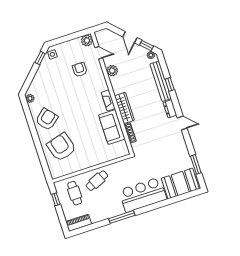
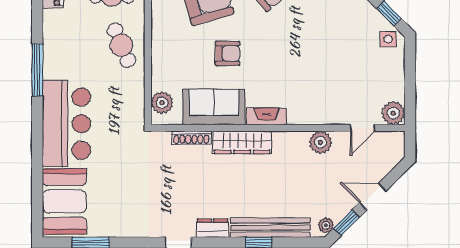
armchair: (80, 70) -> (227, 53), moved
plant: (118, 152) -> (162, 103), added

